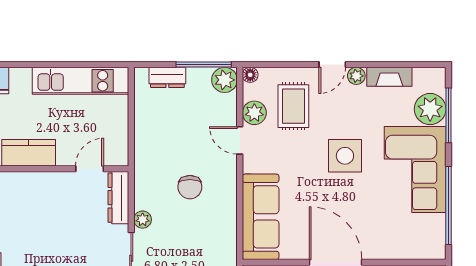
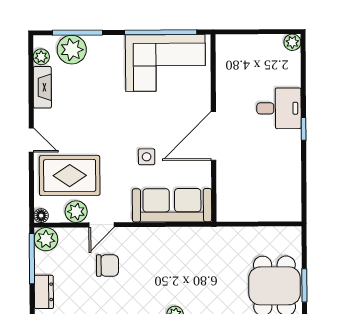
plant: (356, 76) -> (41, 57), moved
rug: (293, 106) -> (70, 176), width x1.36, depth x1.43
side table: (345, 156) -> (147, 157), moved, width x0.54, depth x0.54
corner sofa: (415, 170) -> (165, 63), moved
chair: (190, 187) -> (107, 266), moved

